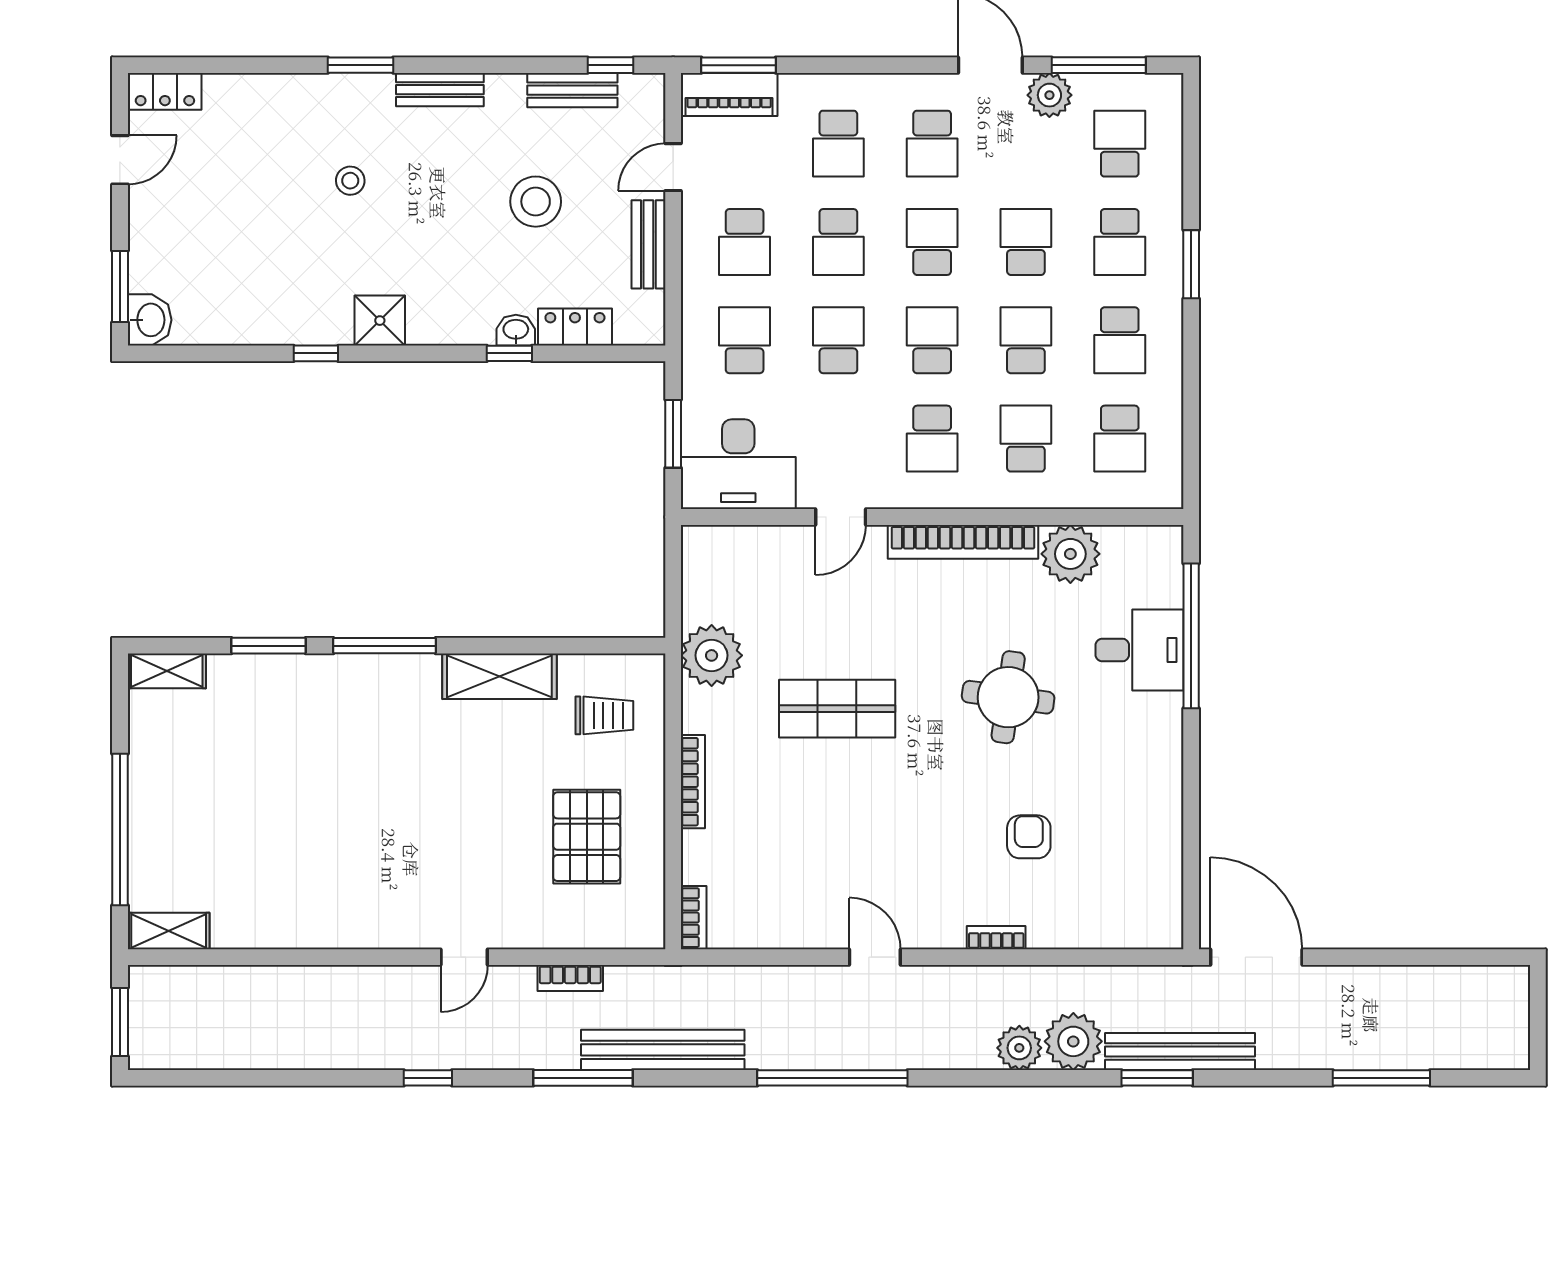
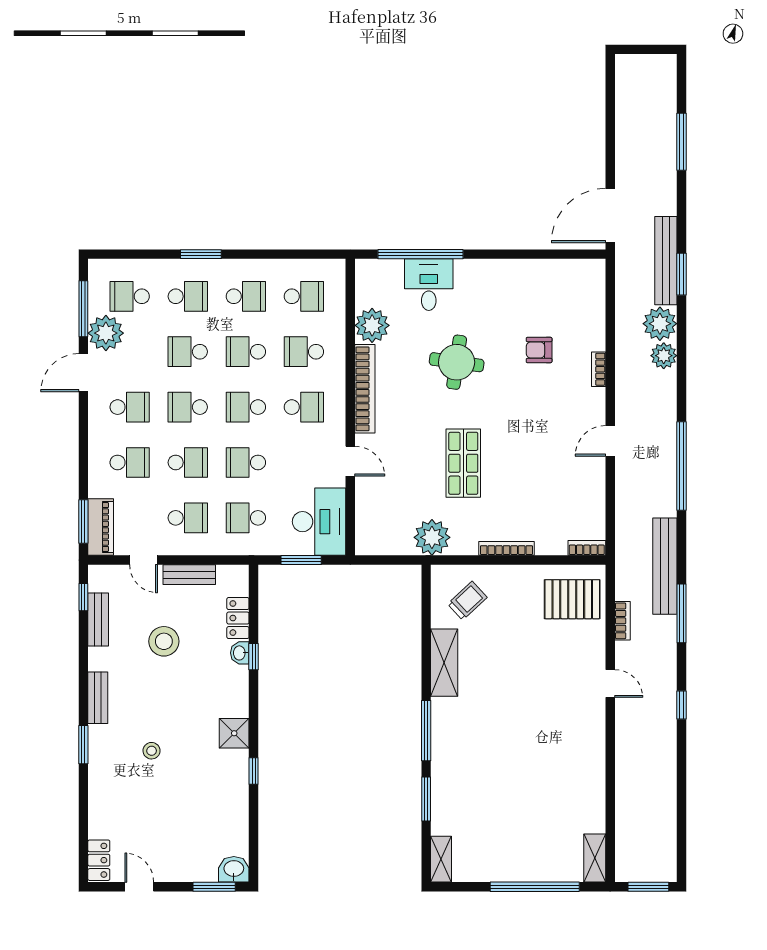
plant: (1049, 95) -> (106, 333), width x1.36, depth x1.36
trolley: (604, 715) -> (467, 601), turned 47
pallet: (587, 837) -> (572, 599), moved

